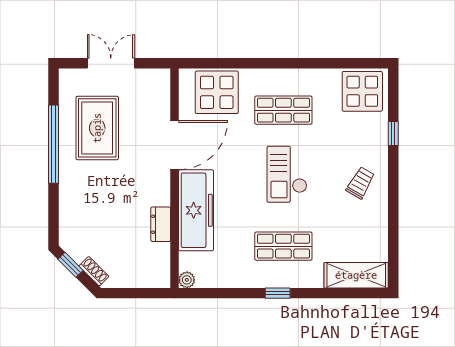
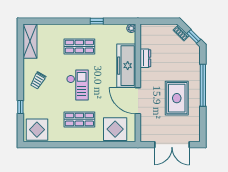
double door: (111, 63) -> (172, 145), width x1.37
rug: (97, 128) -> (177, 98), moved
window: (53, 144) -> (203, 85), moved
door: (175, 145) -> (138, 101), hinge flipped
shelving: (356, 275) -> (30, 41), moved, turned 90
window: (278, 293) -> (97, 21), moved

